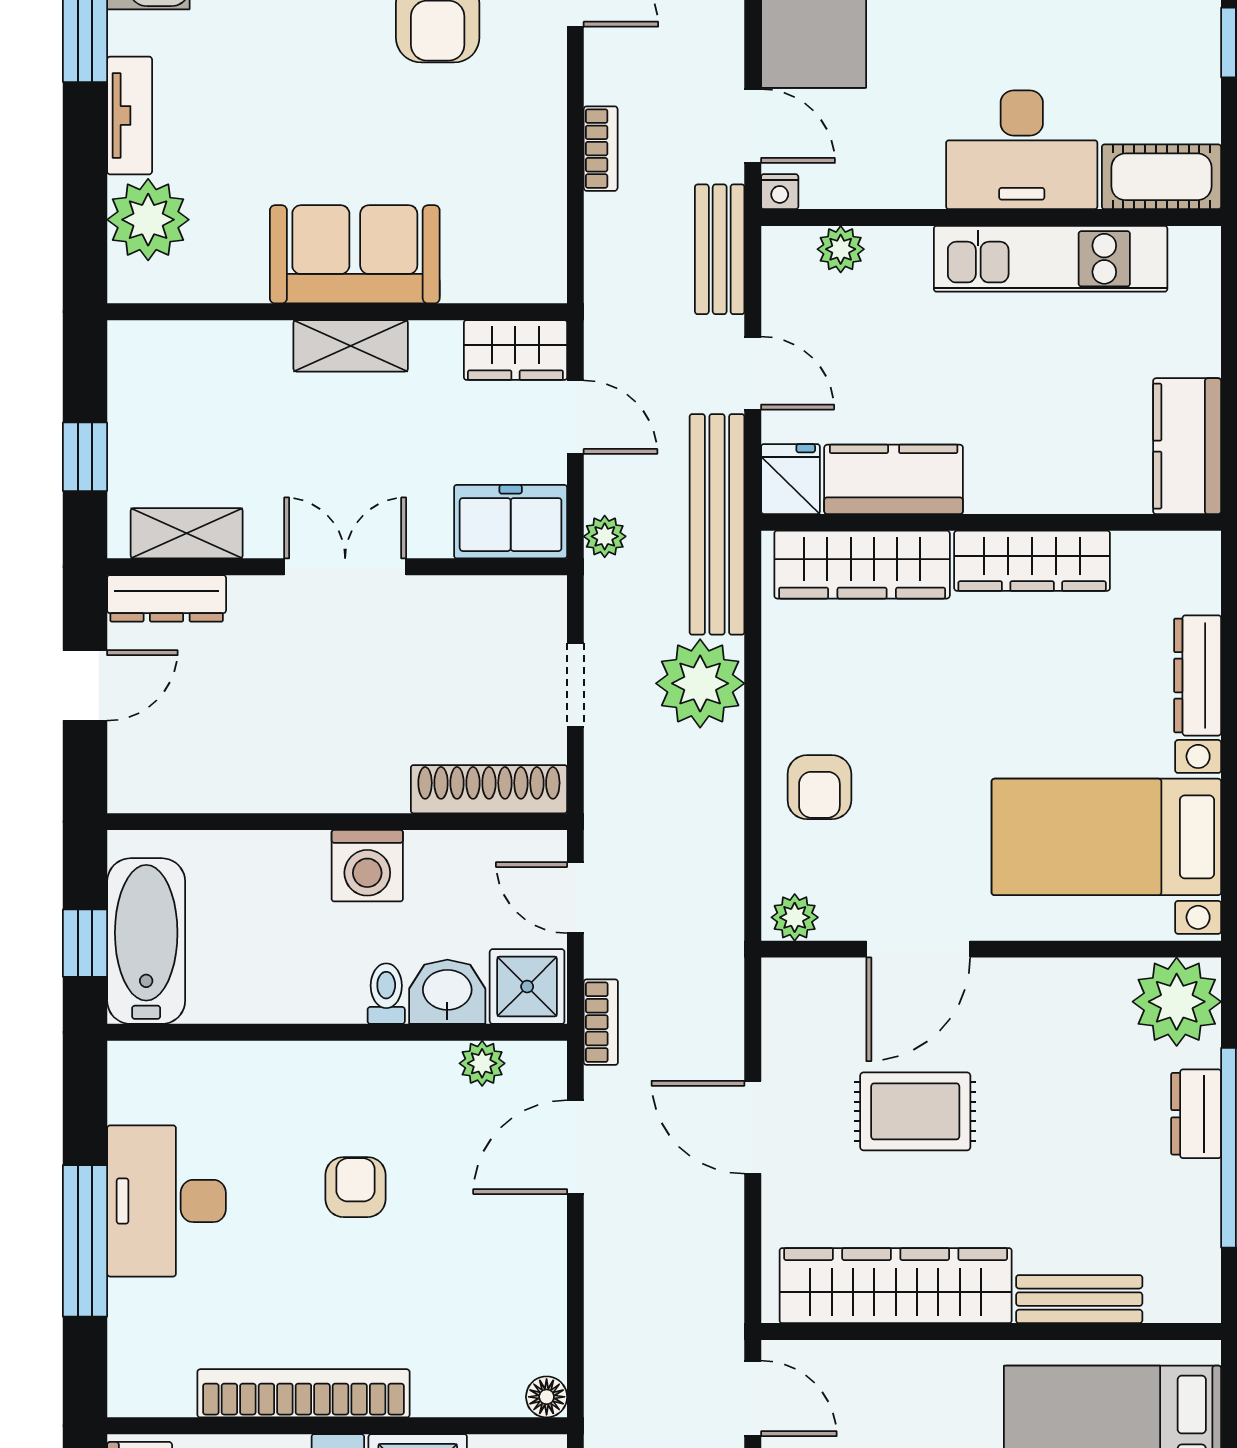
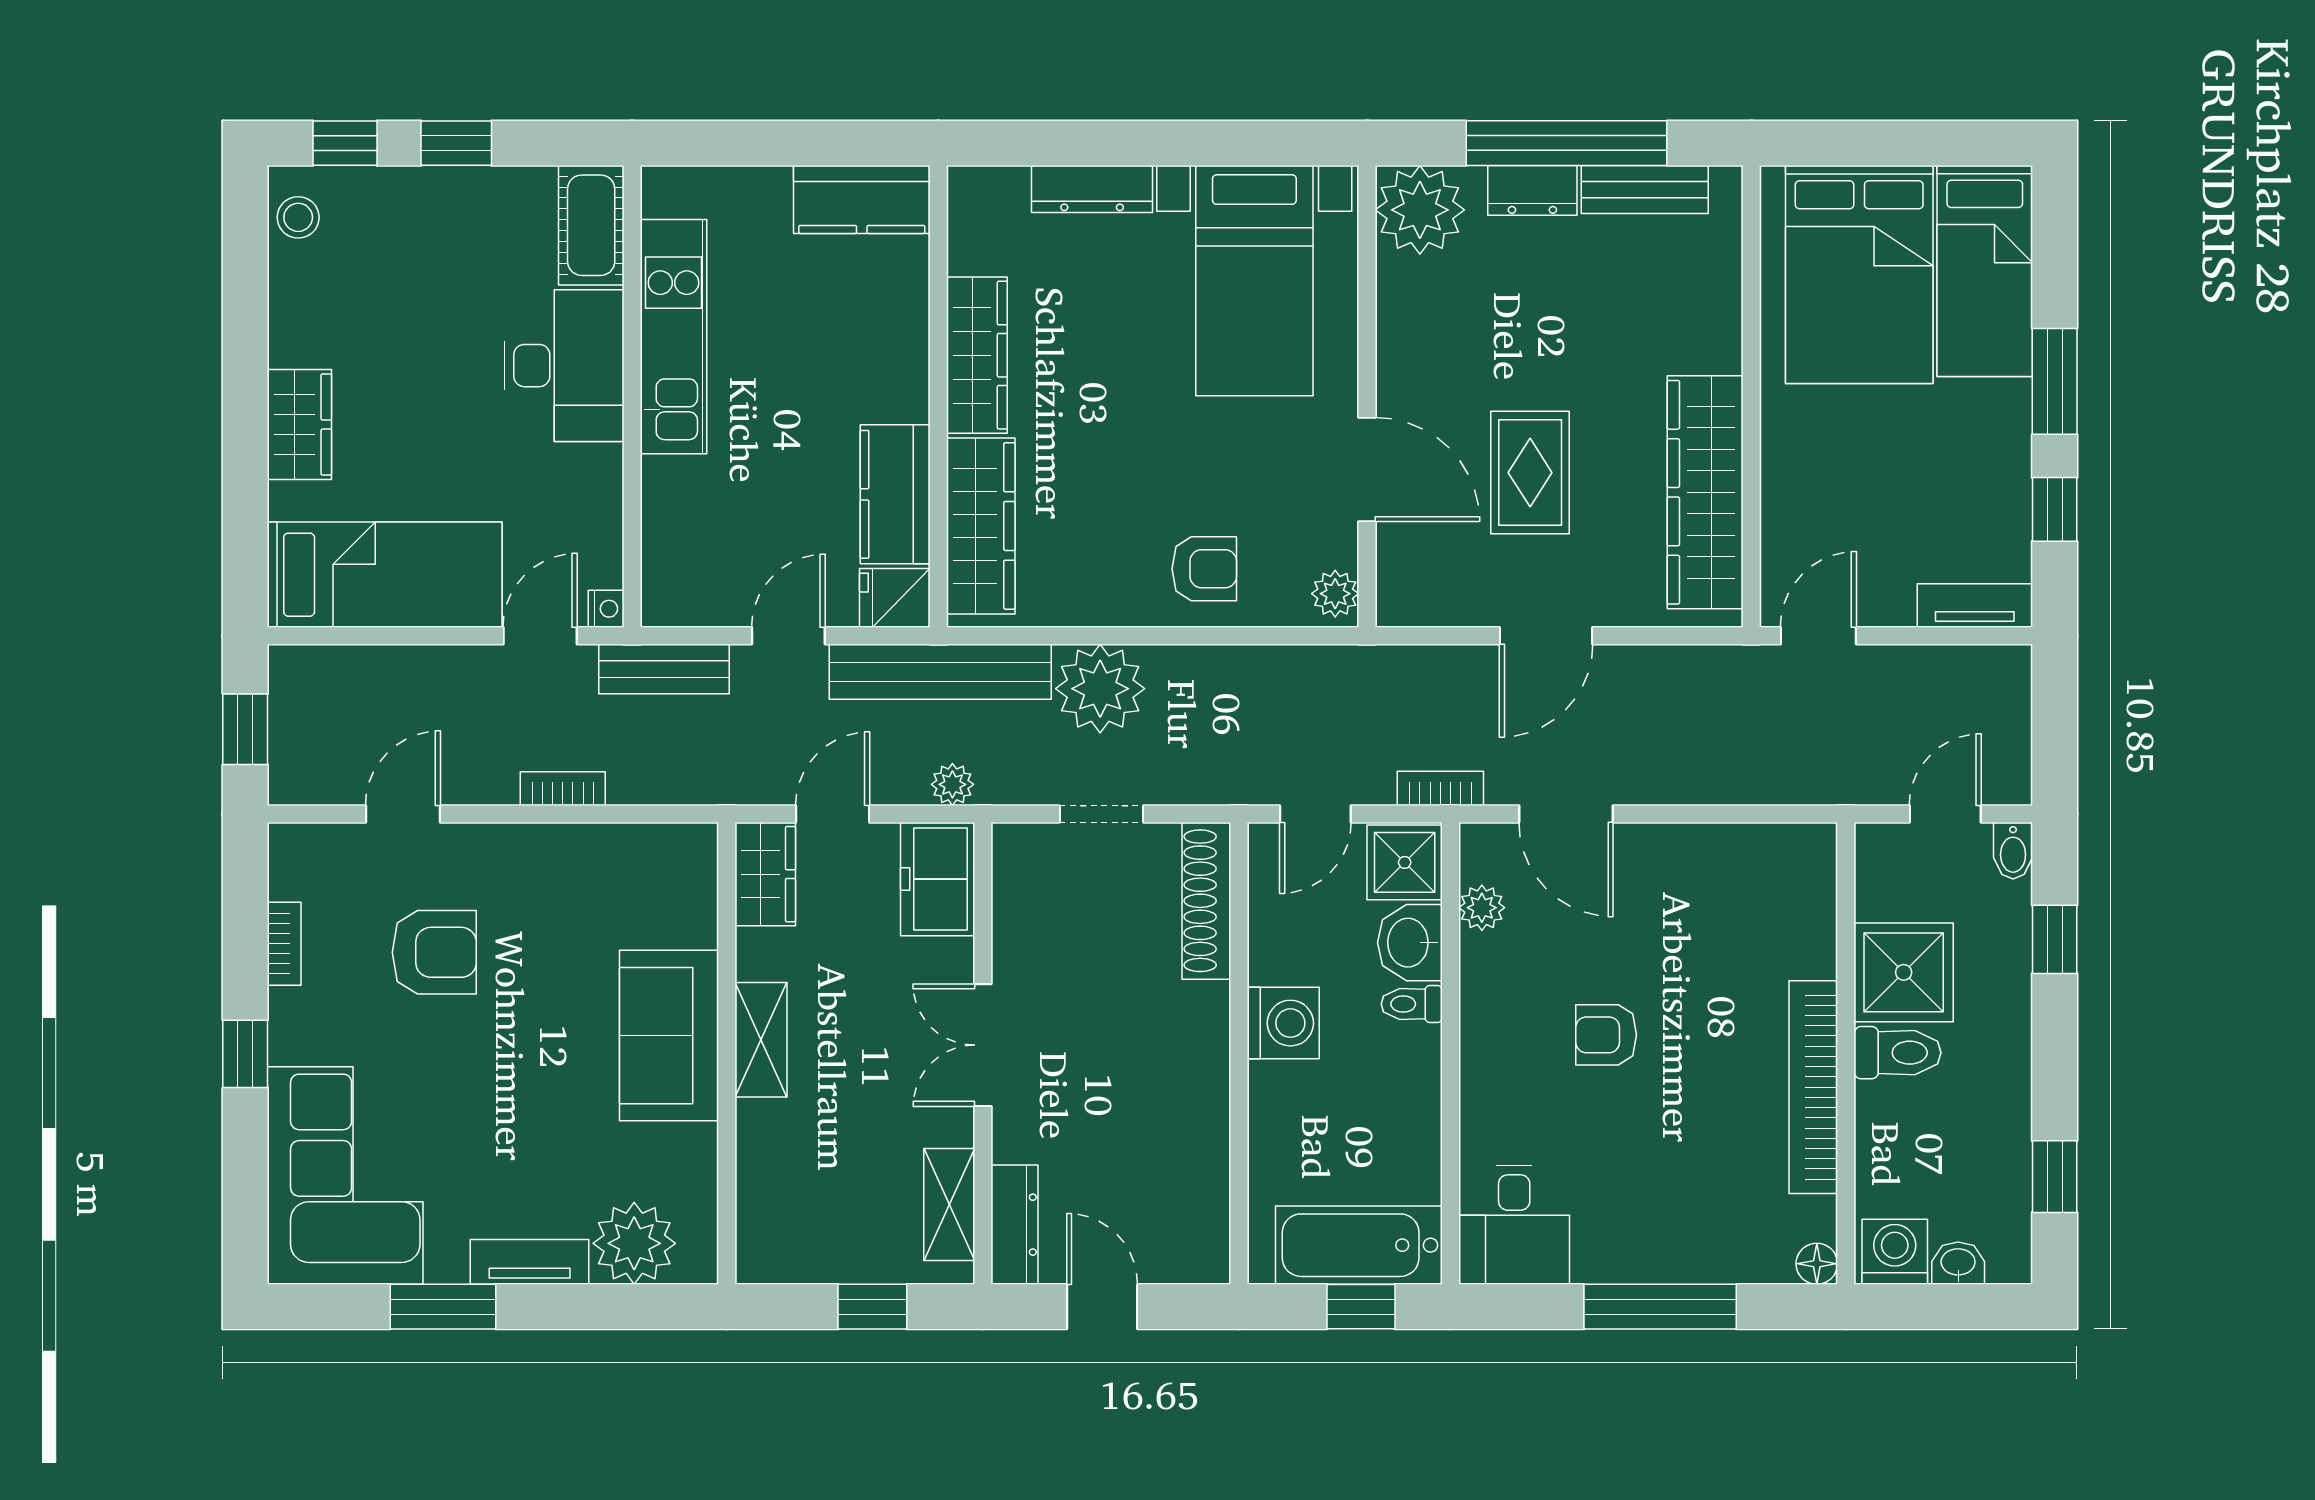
plant: (841, 249) -> (664, 547), removed
desk: (166, 1201) -> (1514, 1225), moved, width x0.73
bench: (1079, 1299) -> (1645, 190), moved, turned 90
floor lamp: (547, 1397) -> (1817, 1264), moved

